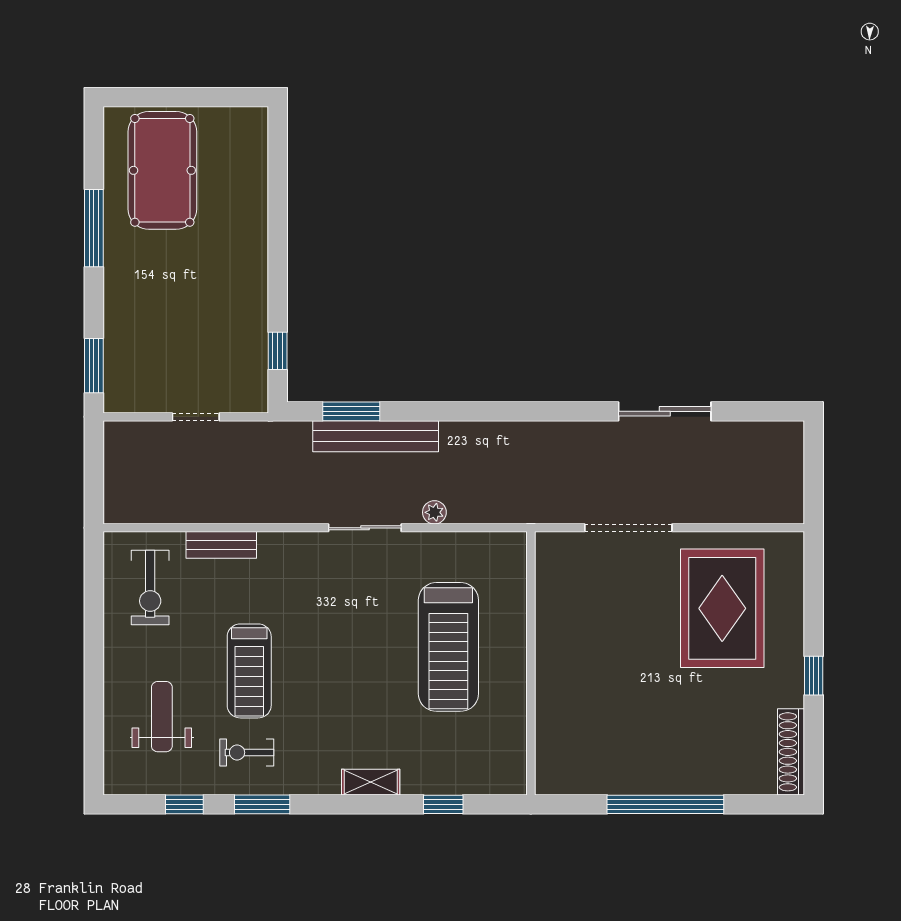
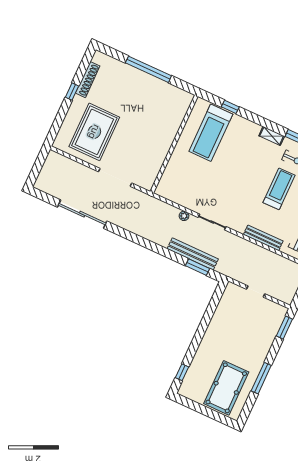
window: (278, 351) -> (182, 372), moved
sliding door: (665, 411) -> (82, 214), width x1.36
bench: (221, 545) -> (263, 238), width x1.36
treadmill: (448, 647) -> (211, 133), moved, turned 180
shoe rack: (791, 752) -> (88, 80), moved
shelving: (371, 782) -> (272, 136), moved

